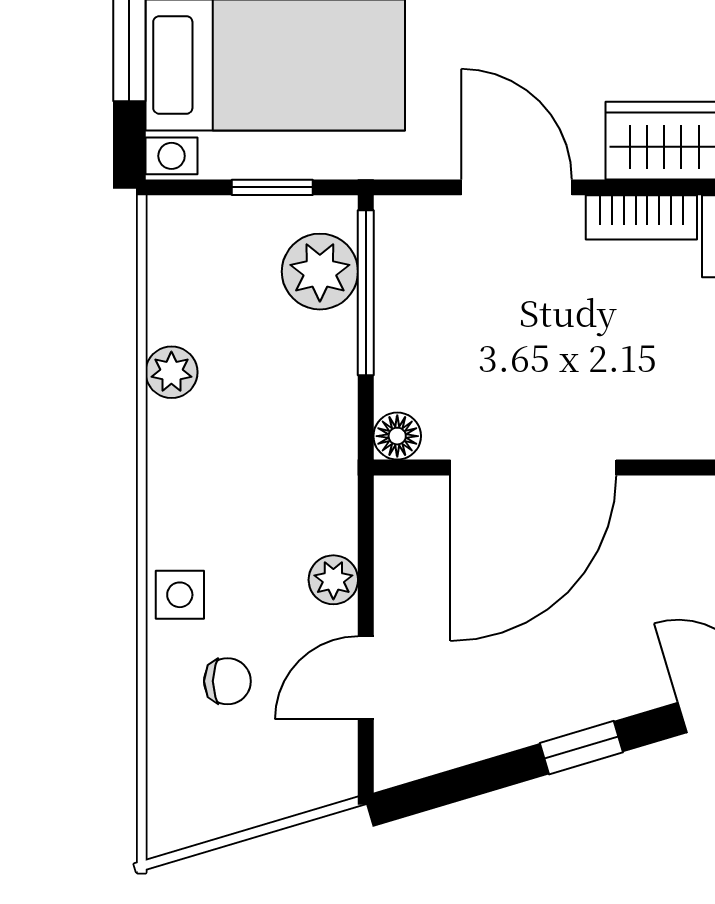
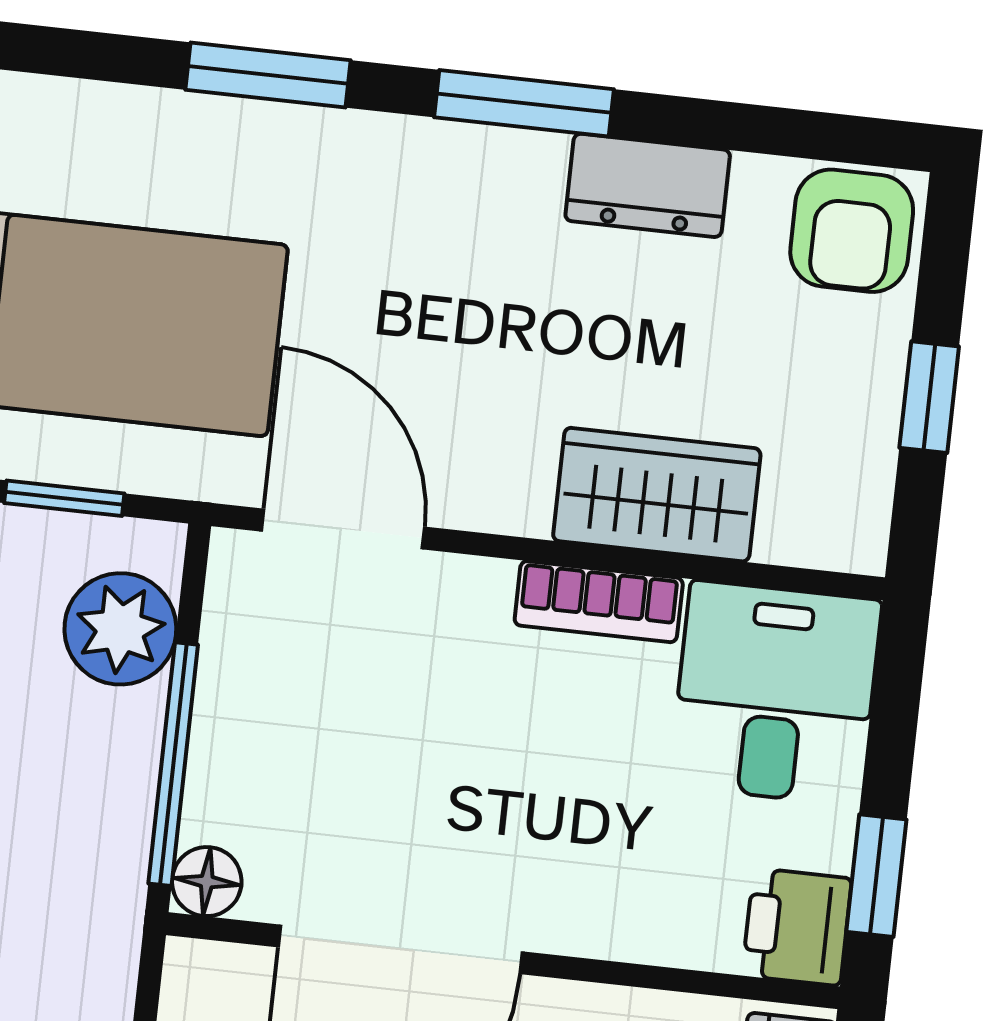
door: (517, 187) -> (343, 529), moved
window: (366, 293) -> (173, 764), moved

